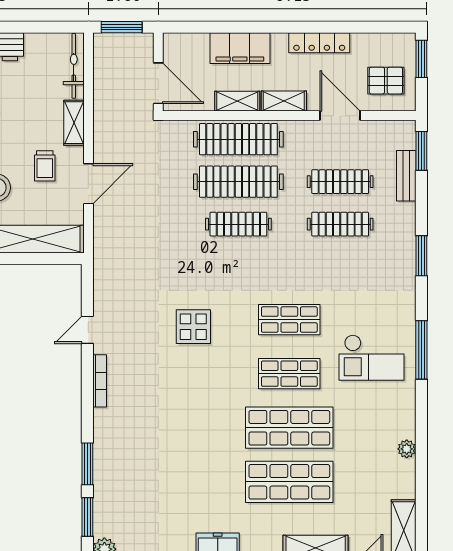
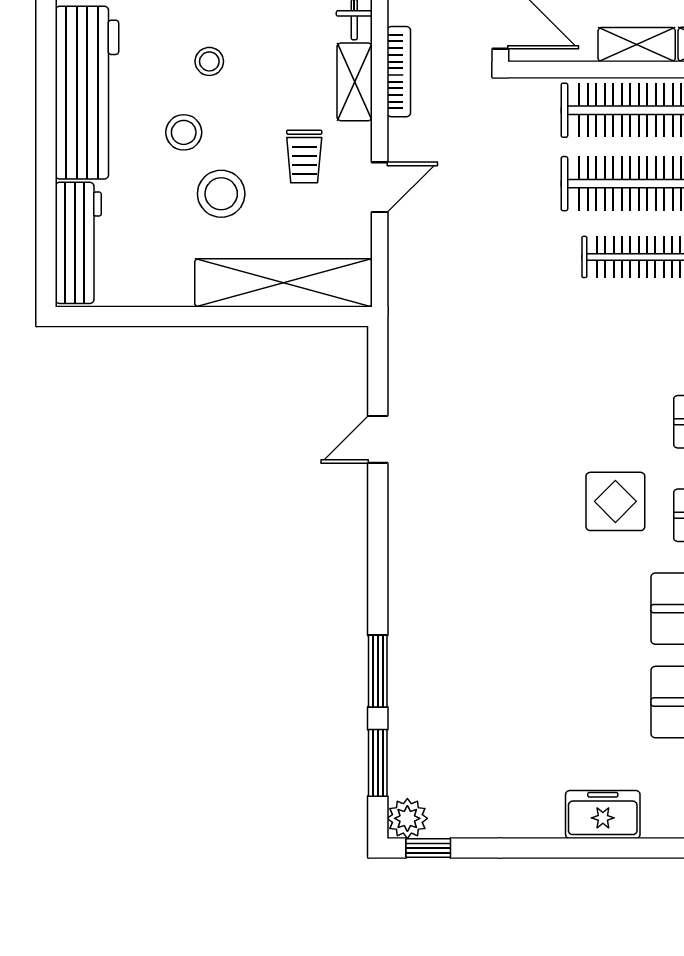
door: (88, 184) -> (380, 187), width x0.73
display table: (193, 327) -> (615, 501), moved
bookcase: (100, 381) -> (399, 72), moved

